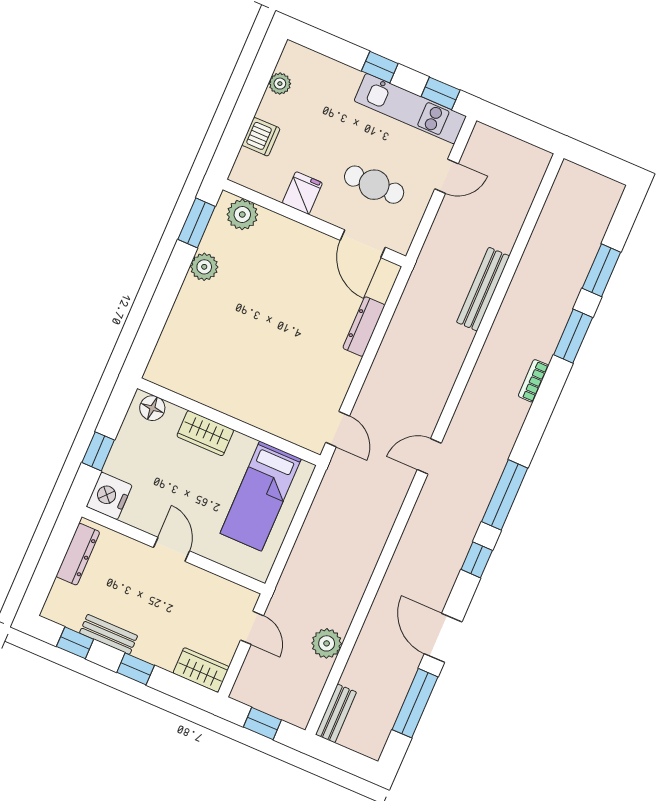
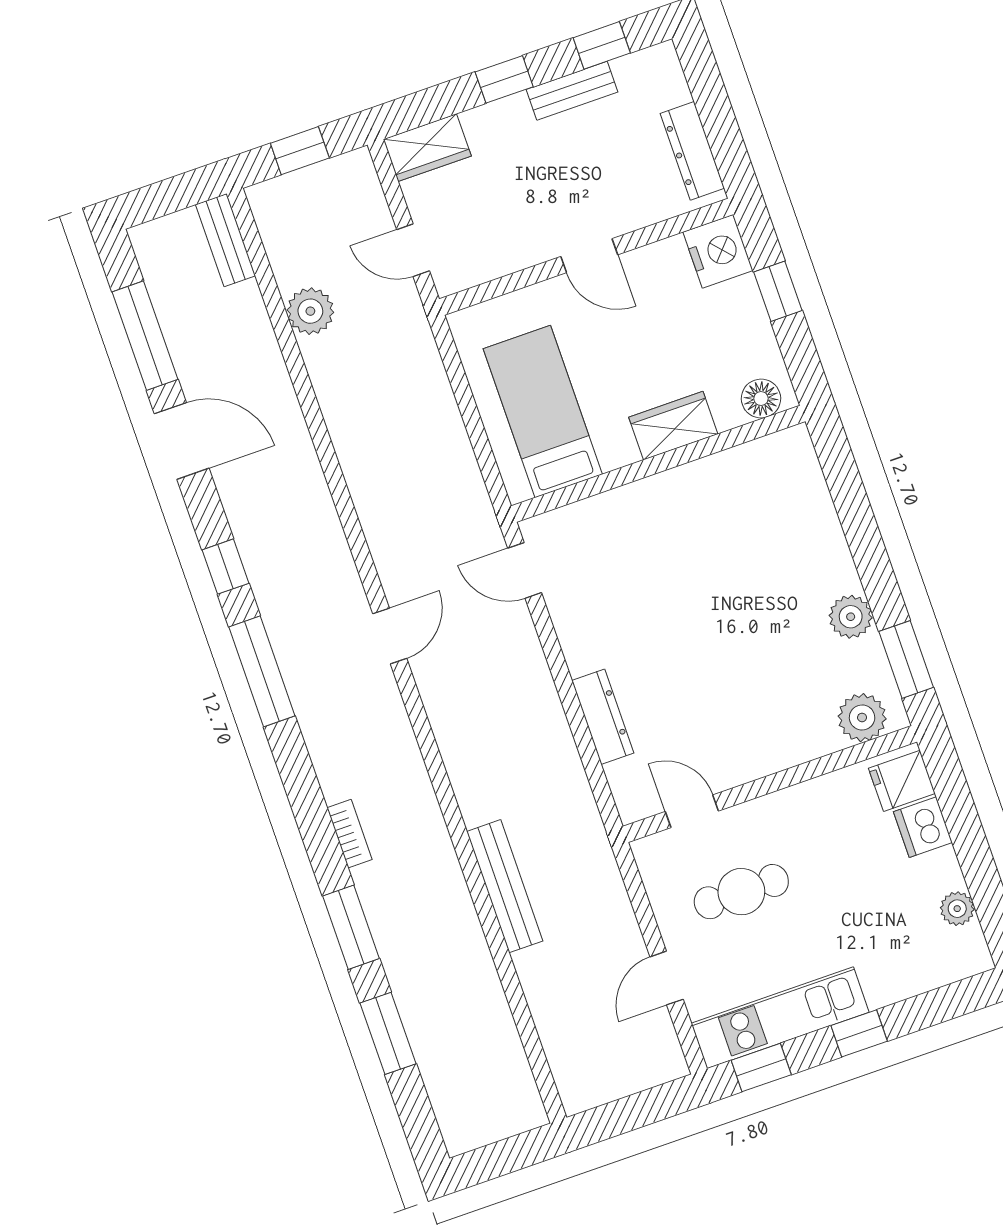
fridge: (302, 193) -> (902, 781), moved, turned 90
door: (363, 244) -> (692, 811), width x0.73

